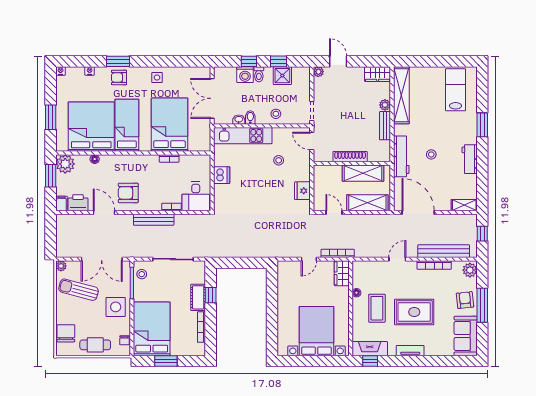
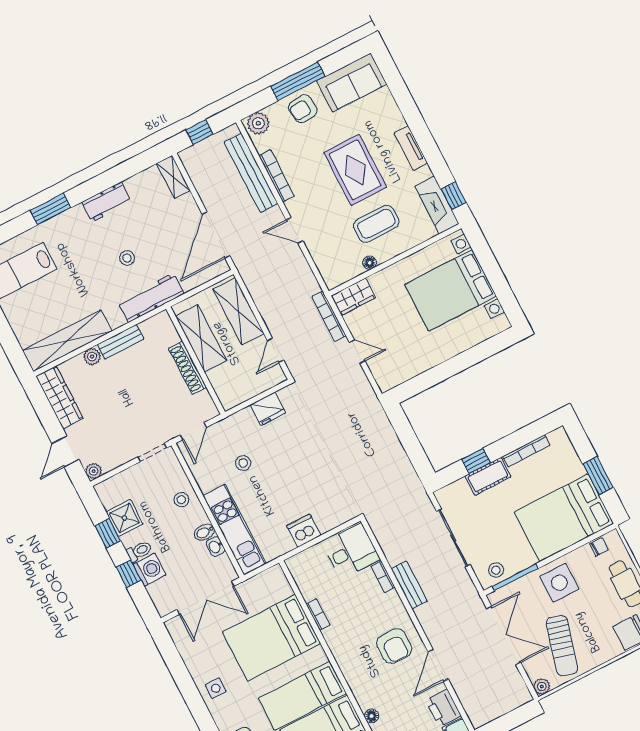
wardrobe: (378, 74) -> (60, 397), width x1.50
bench: (154, 220) -> (409, 585), width x0.73

